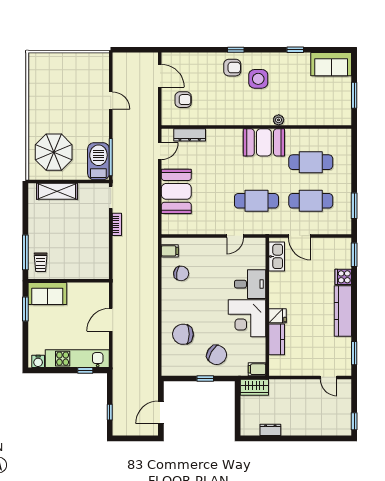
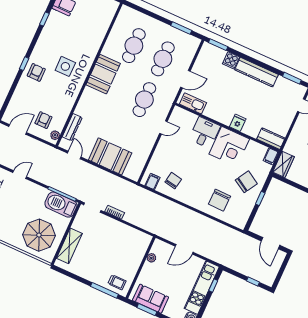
side table: (258, 79) -> (65, 66), moved
plant: (279, 120) -> (55, 135), moved
door: (235, 236) -> (163, 127), hinge flipped
plant: (85, 288) -> (151, 258), added
sofa: (47, 294) -> (151, 299), moved, turned -90
door: (111, 320) -> (184, 249), hinge flipped
kitchen counter: (277, 339) -> (271, 139), moved

